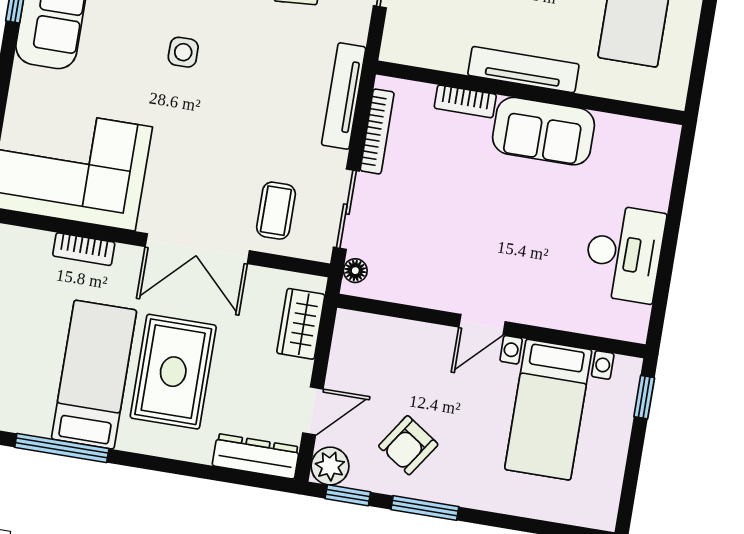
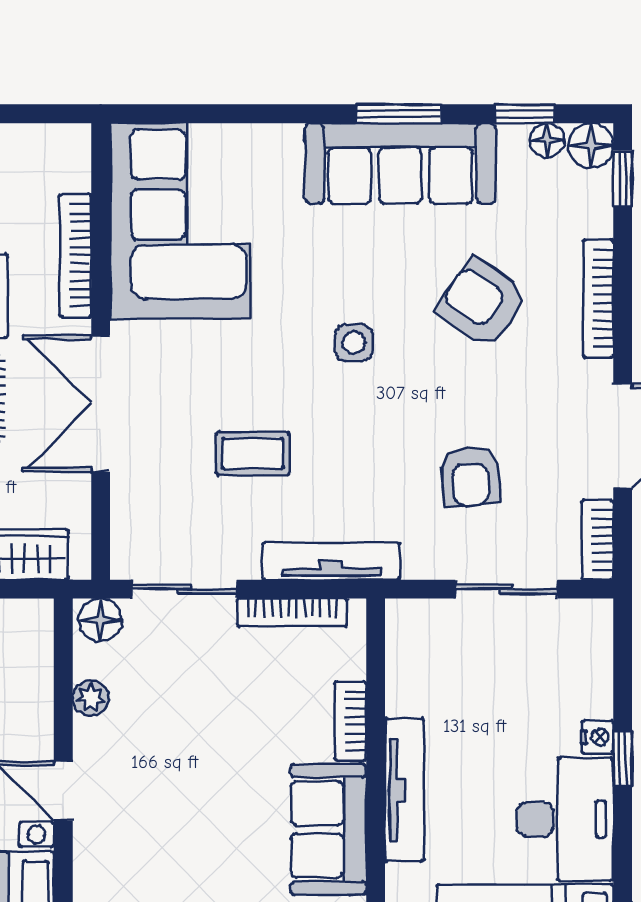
coffee table: (276, 211) -> (253, 454), moved
bookcase: (84, 249) -> (76, 255), width x1.56
floor lamp: (355, 271) -> (100, 620), width x1.37, depth x1.37
plant: (416, 293) -> (91, 698), added

